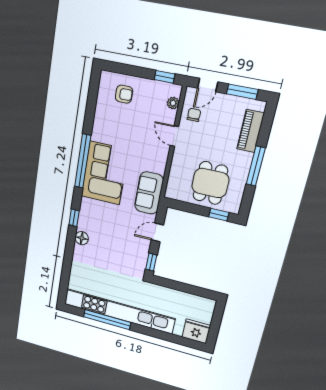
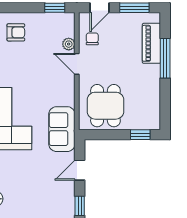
plant: (173, 103) -> (69, 44), moved
window: (256, 166) -> (165, 58), moved
dining table: (210, 183) -> (105, 106), moved

